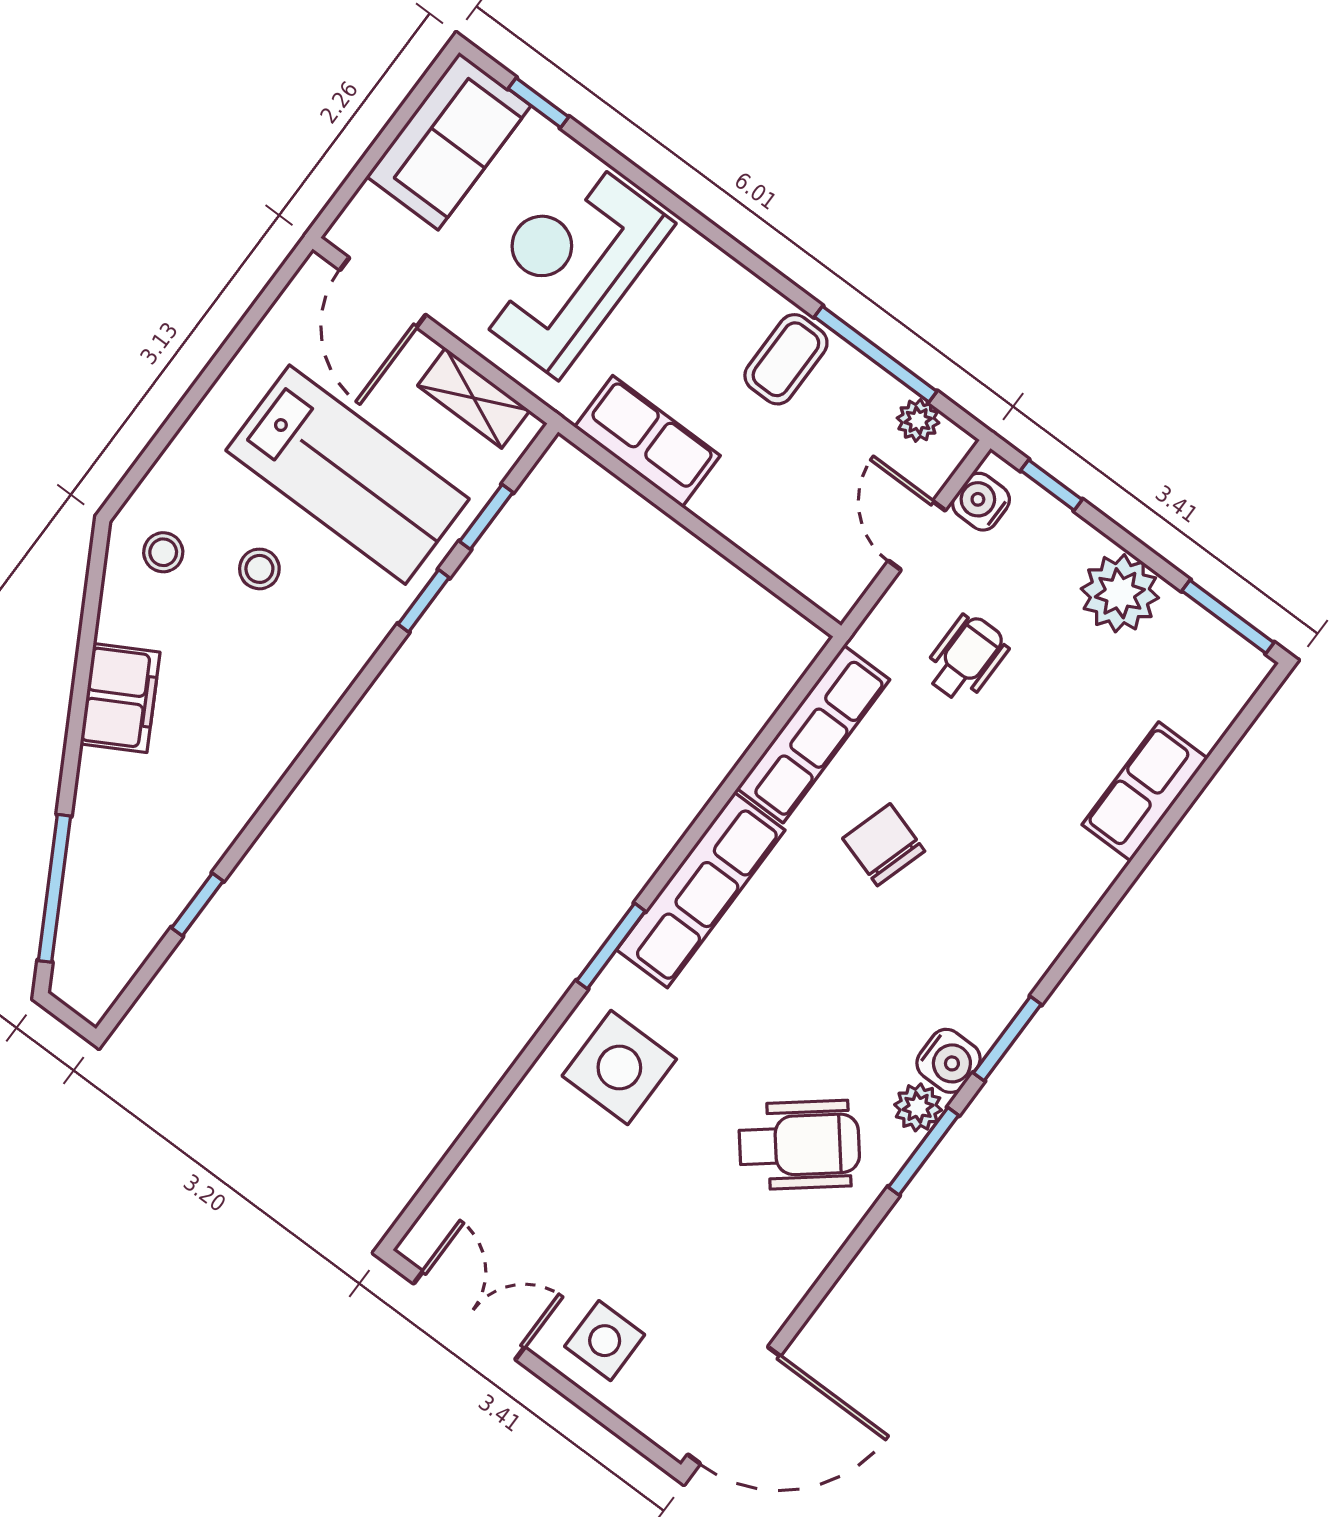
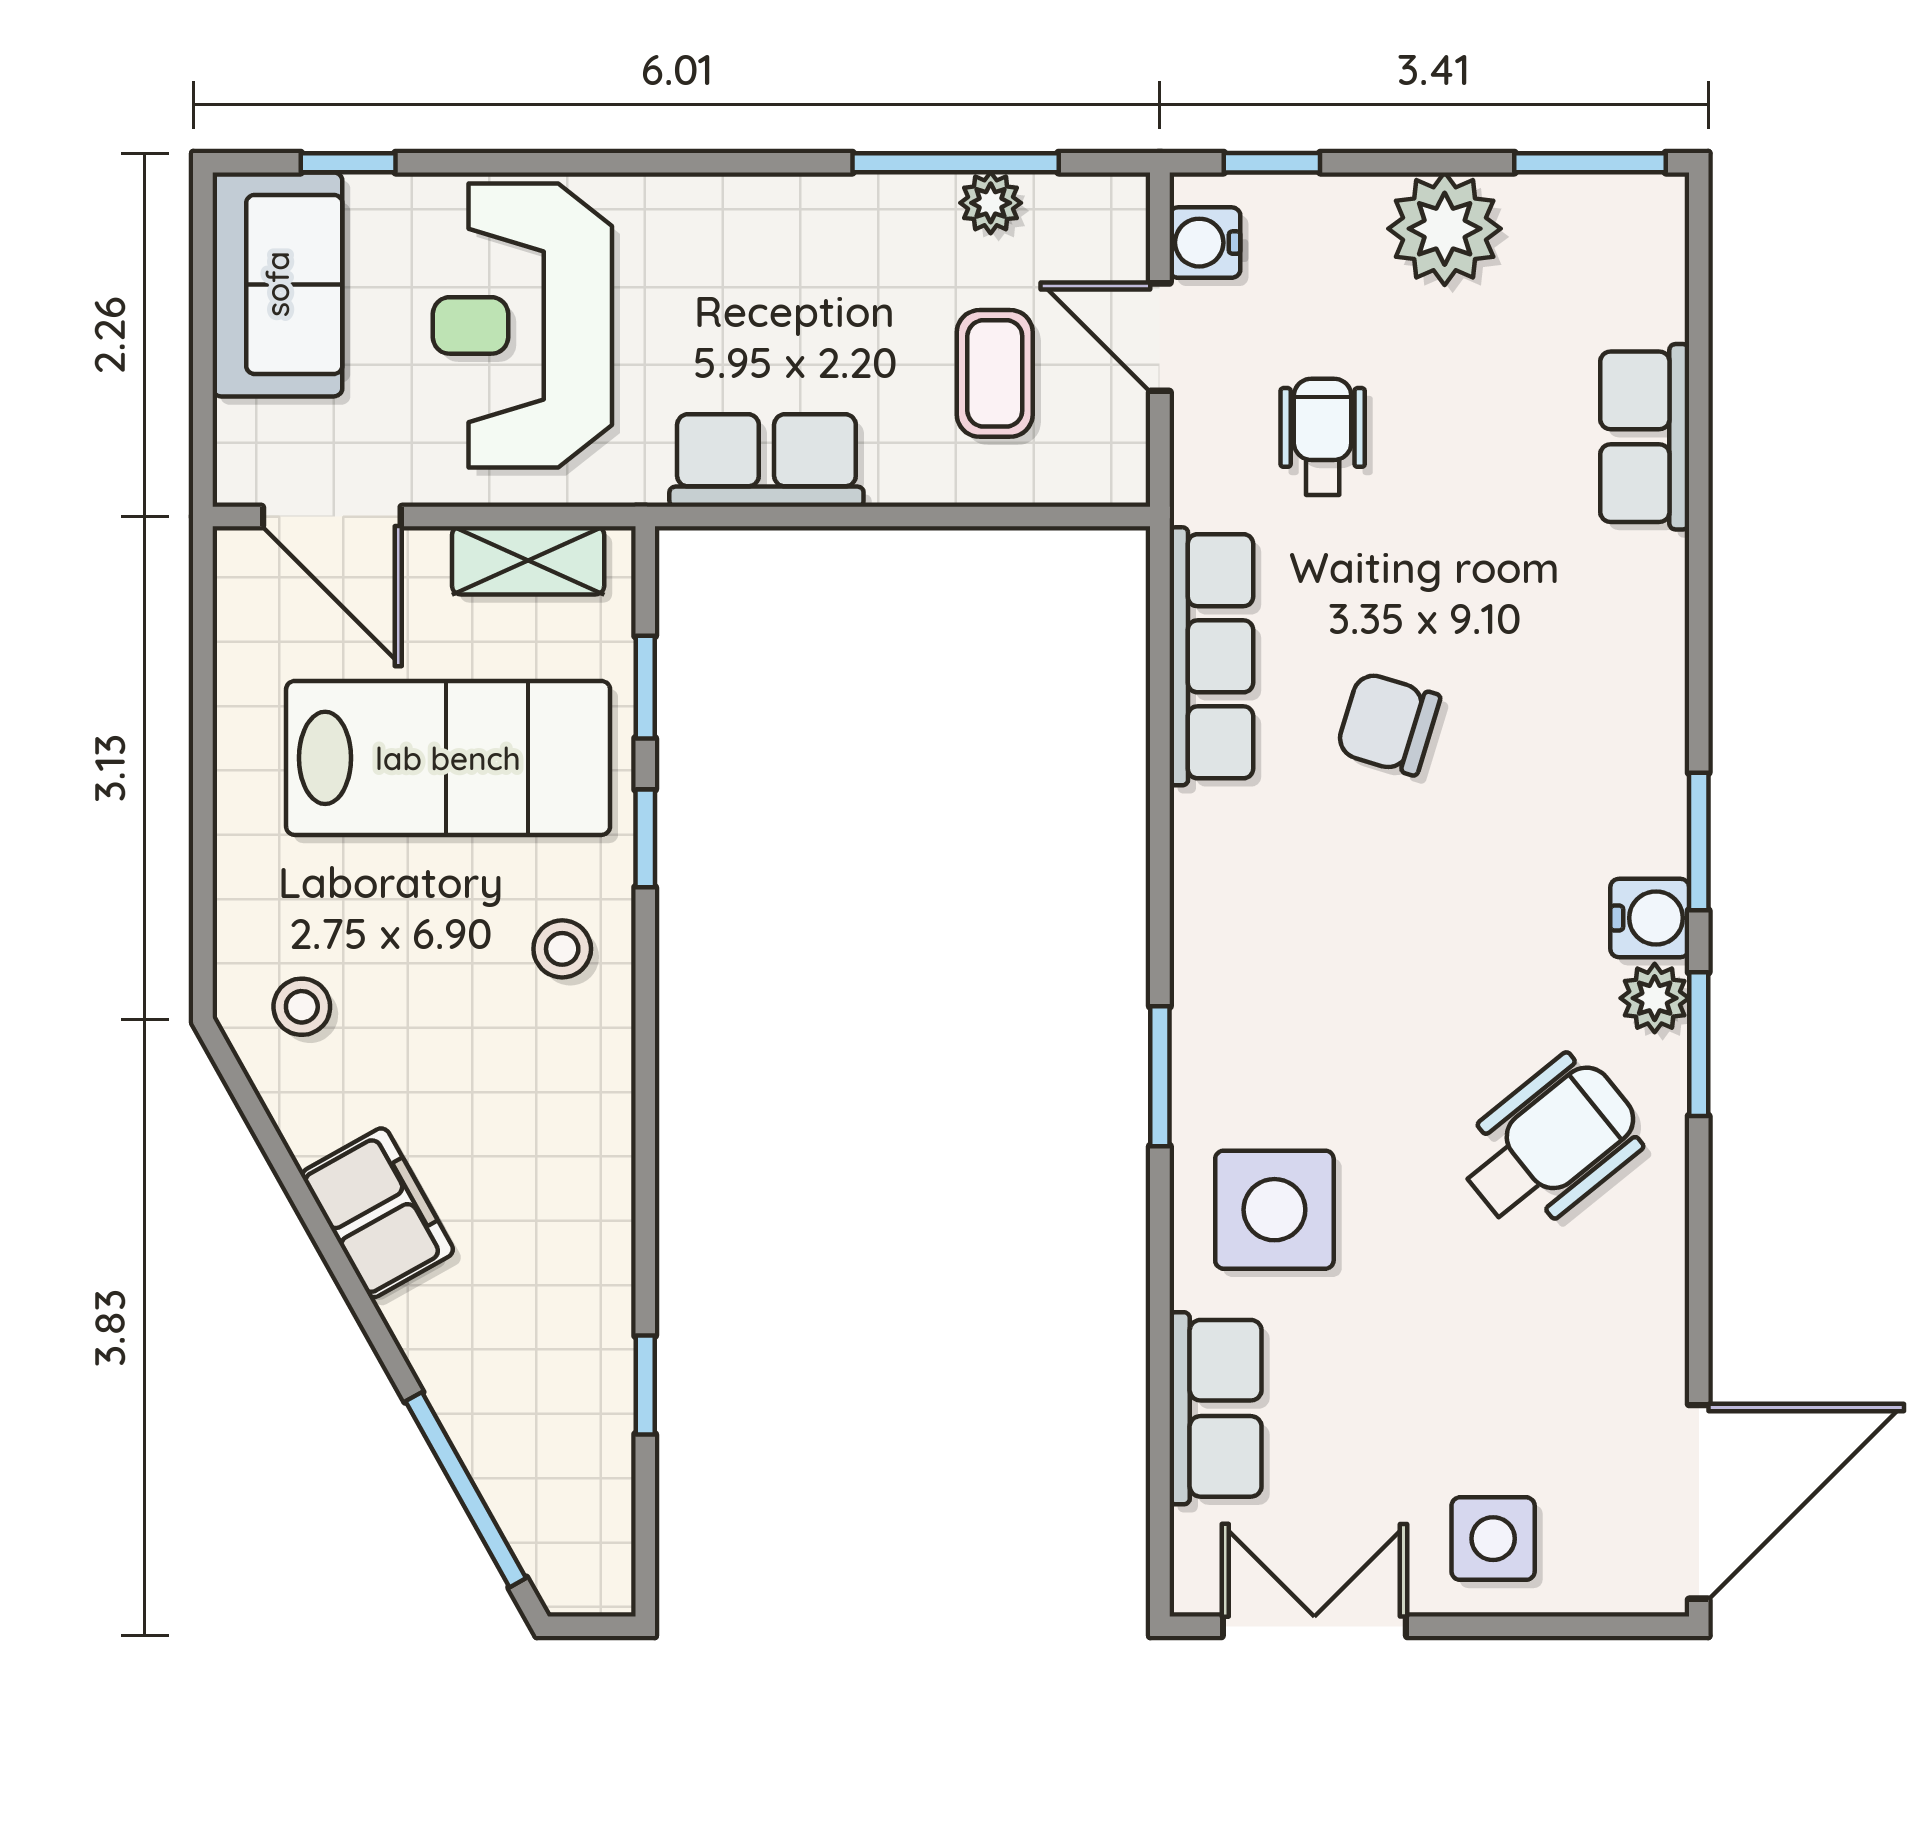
coffee table: (786, 359) -> (995, 373), moved
plant: (918, 420) -> (991, 203), moved
stool: (259, 569) -> (562, 949), moved
row of seats: (701, 890) -> (1216, 1408), moved, width x0.68

